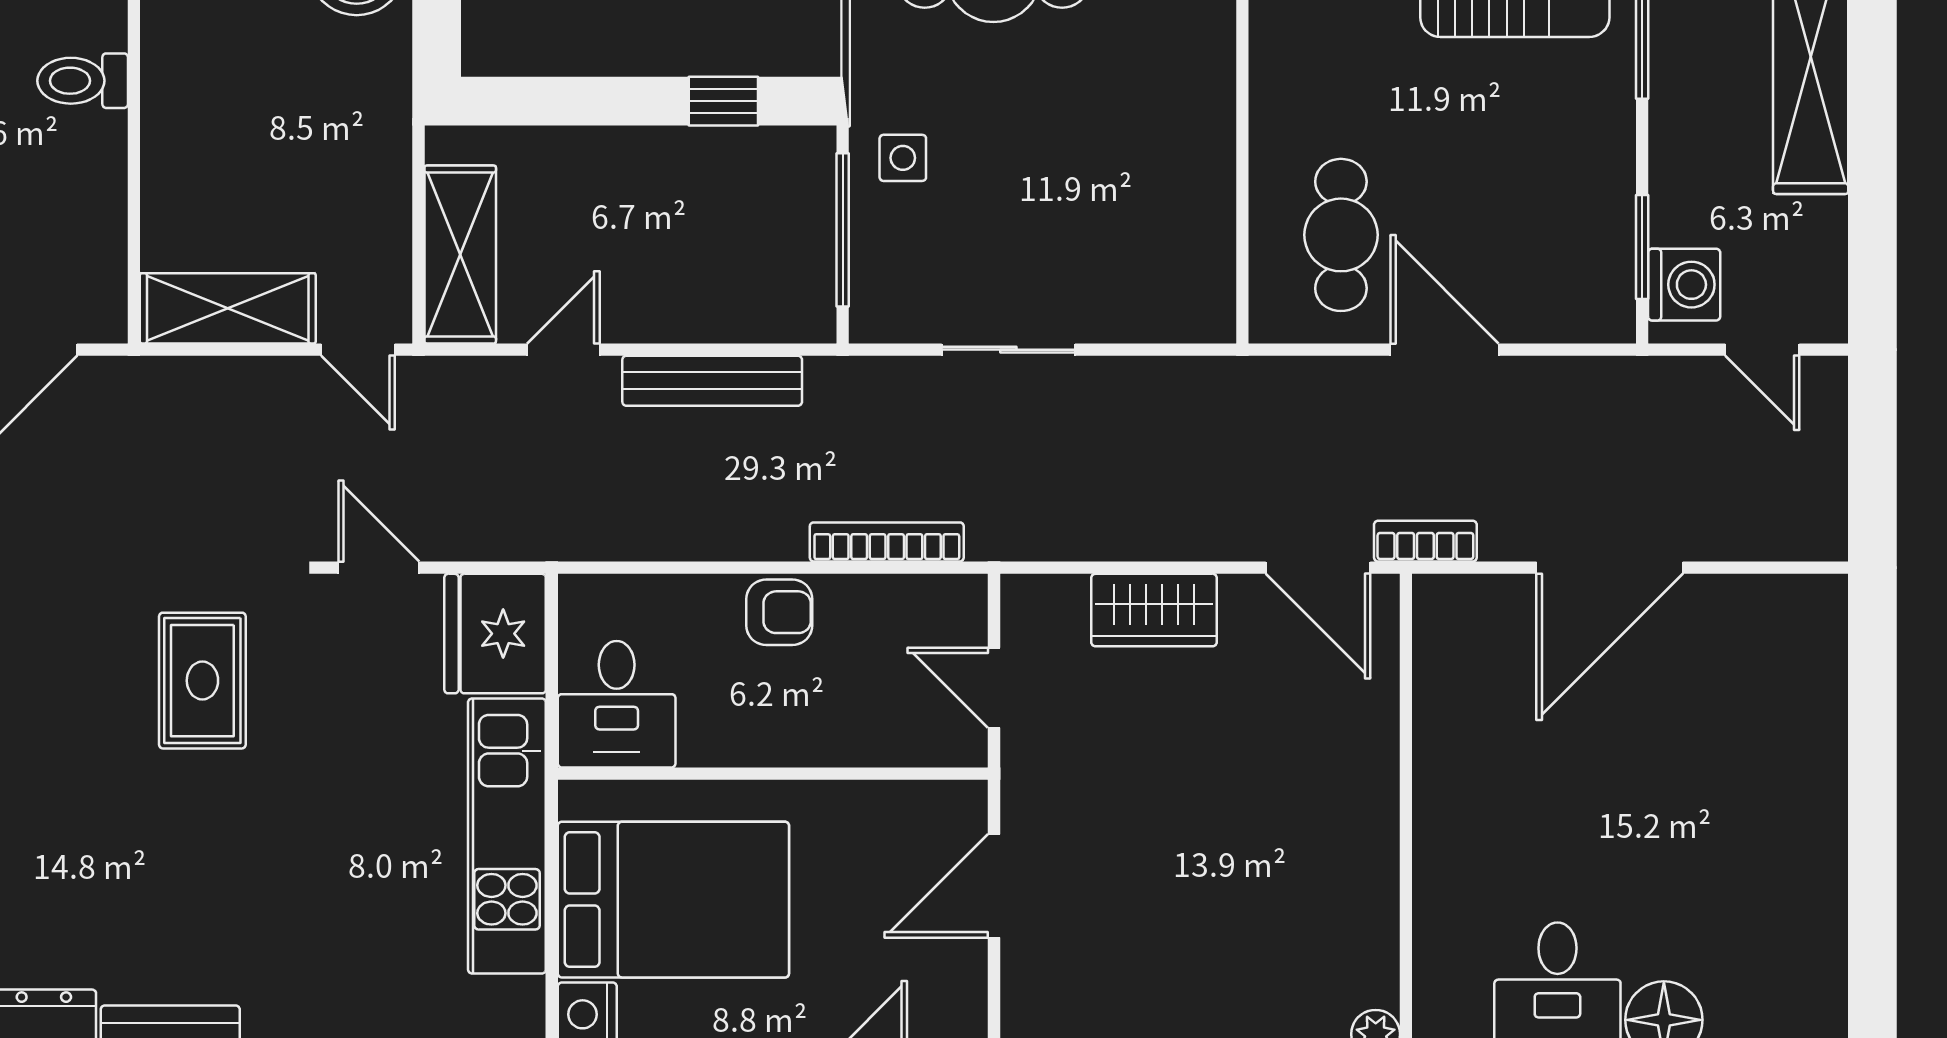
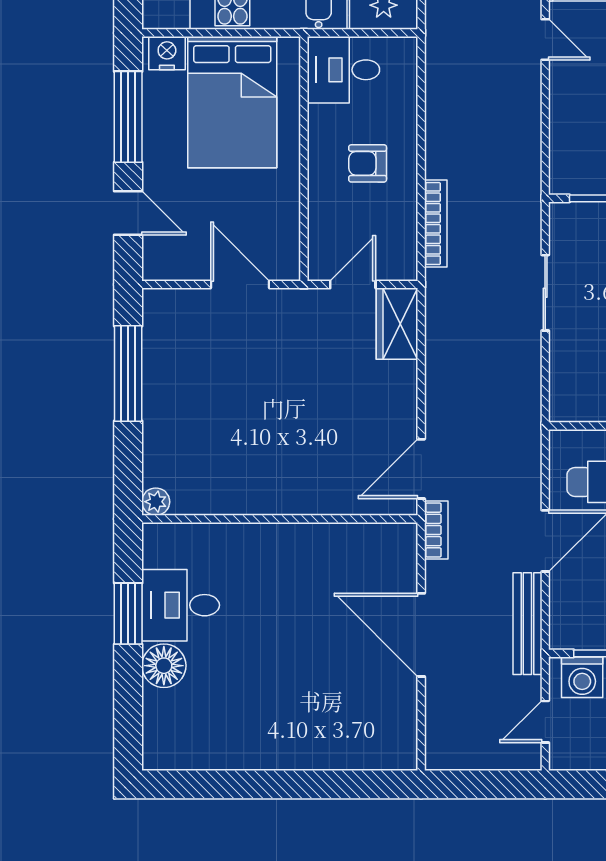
bench: (712, 381) -> (527, 624), moved
wardrobe: (1154, 610) -> (397, 324), moved
armchair: (779, 612) -> (368, 163), moved, turned 90

